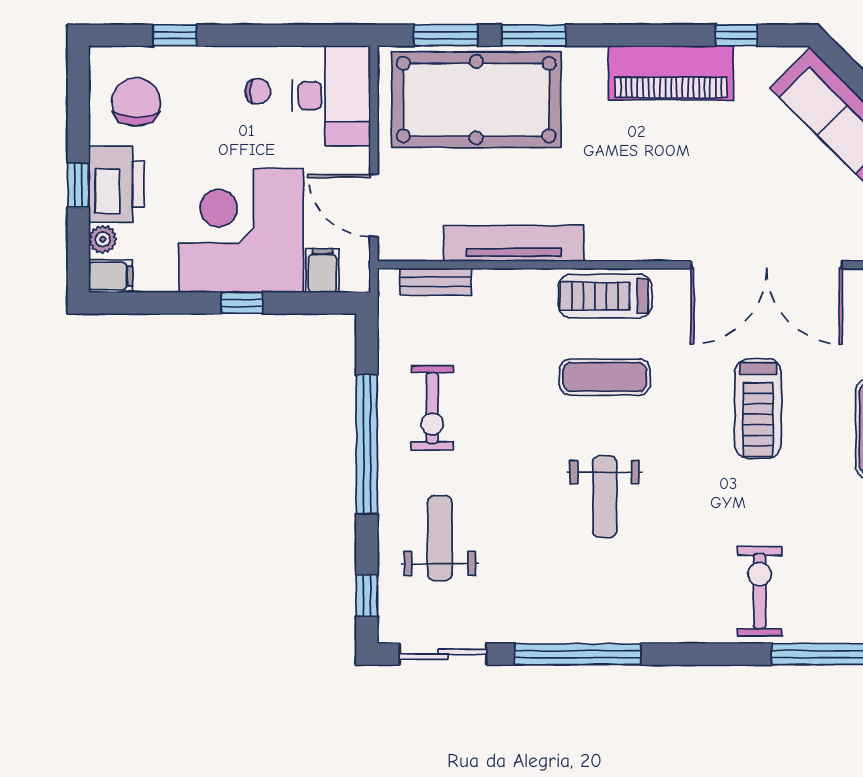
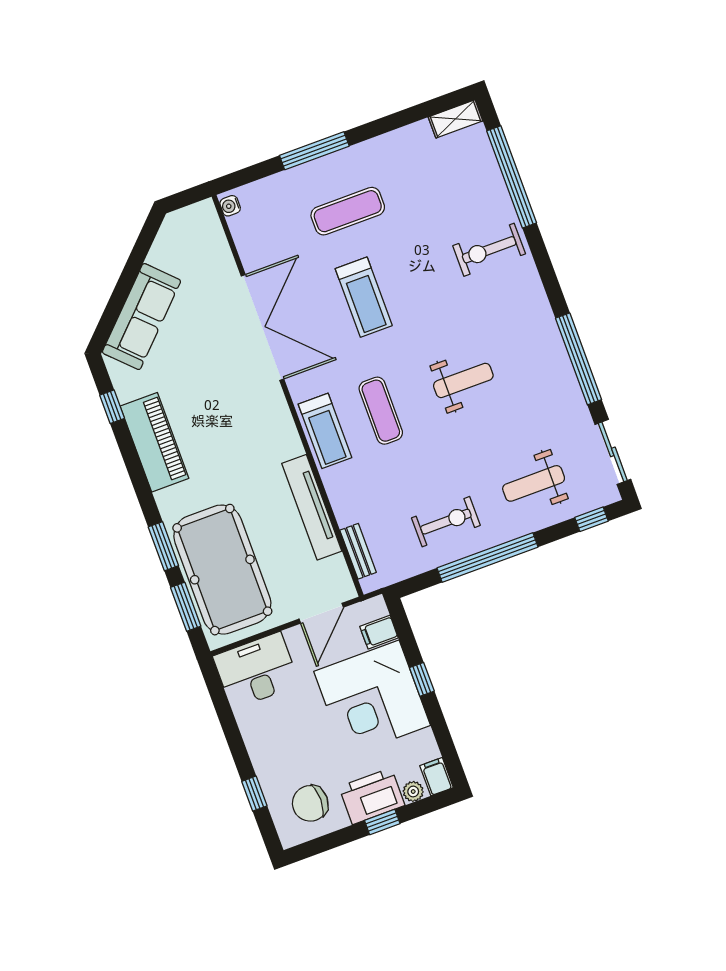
chair: (258, 91) -> (272, 722), removed
treadmill: (758, 409) -> (364, 297), turned 90

